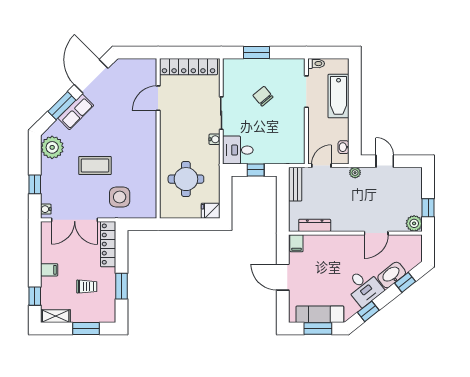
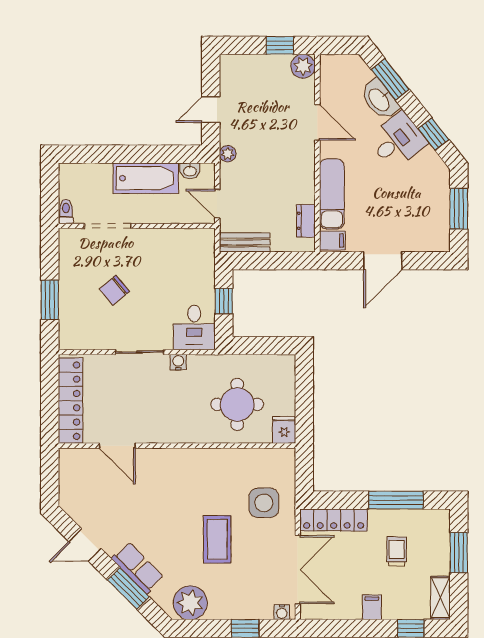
door: (91, 76) -> (85, 545), width x0.53
bathtub: (339, 96) -> (146, 178), moved
fridge: (211, 211) -> (284, 430), moved, turned 180
dresser: (315, 225) -> (306, 221), width x0.70
window: (405, 282) -> (390, 79), width x1.50
window: (121, 286) -> (396, 500), width x1.44
exam couch: (320, 314) -> (332, 194), moved, turned 180

